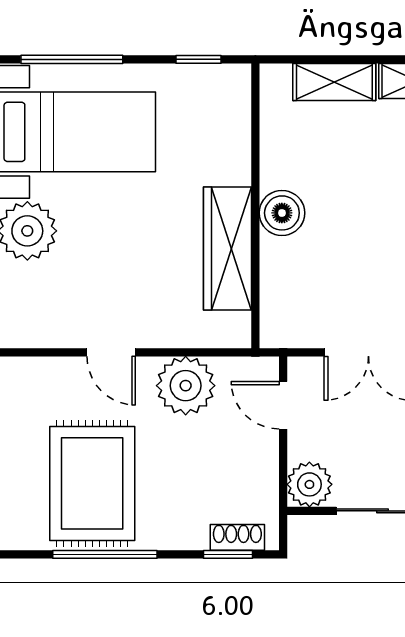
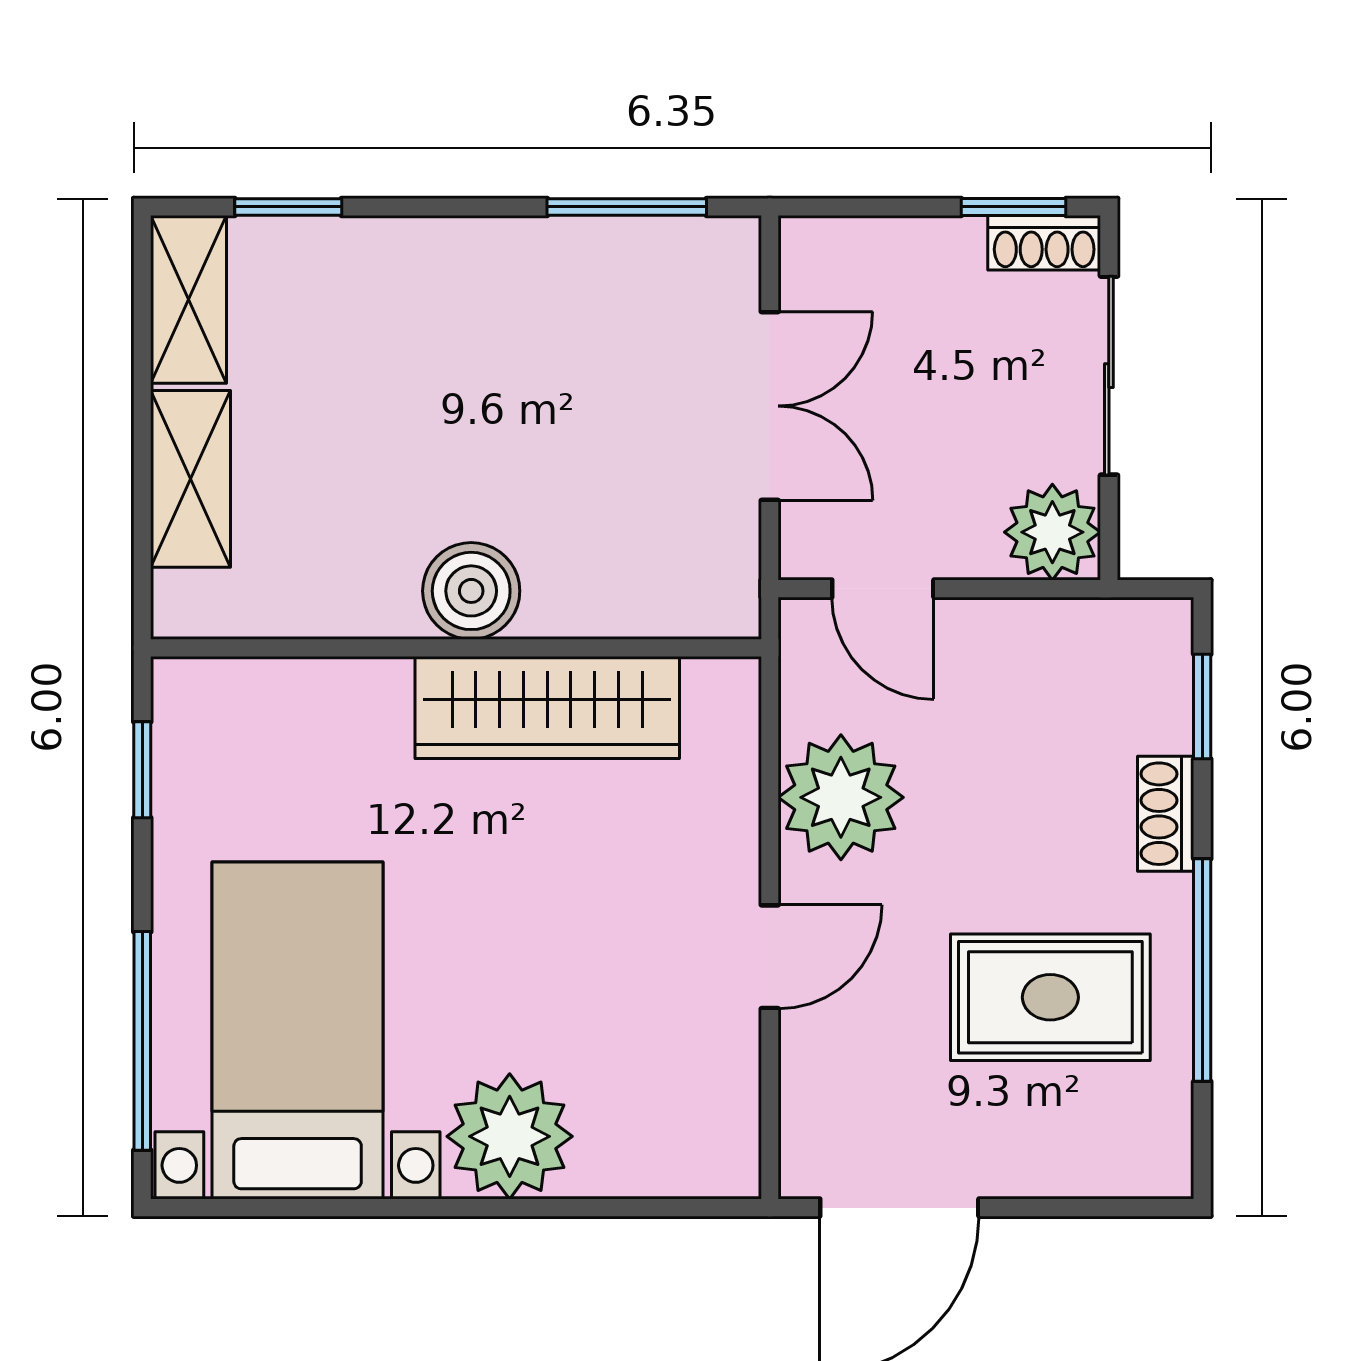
door: (283, 405) -> (883, 589), hinge flipped
rug: (92, 483) -> (1050, 997), width x0.73, depth x0.70
shoe rack: (237, 537) -> (1166, 814), moved

